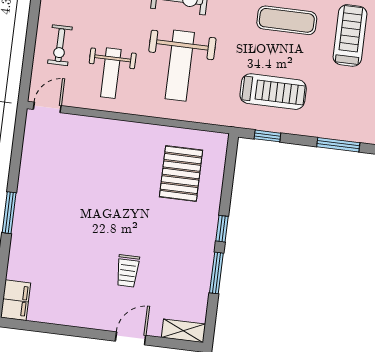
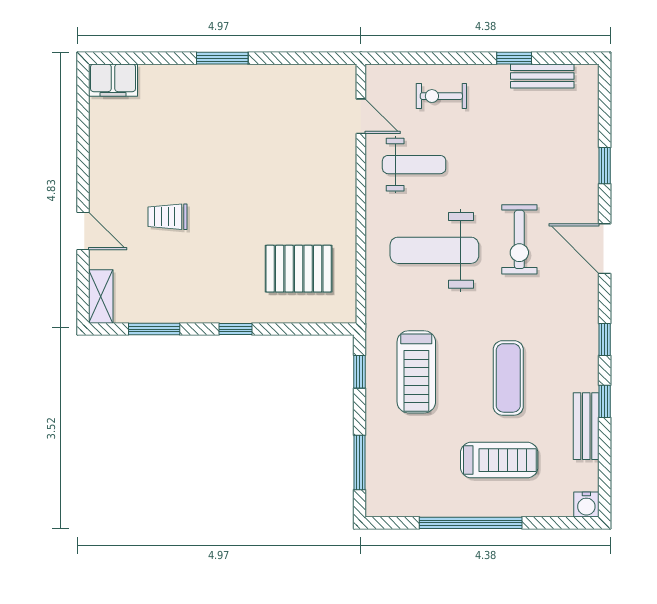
weight bench: (111, 73) -> (414, 165), turned 180
door: (47, 107) -> (361, 116), moved
window: (216, 273) -> (154, 329), moved

